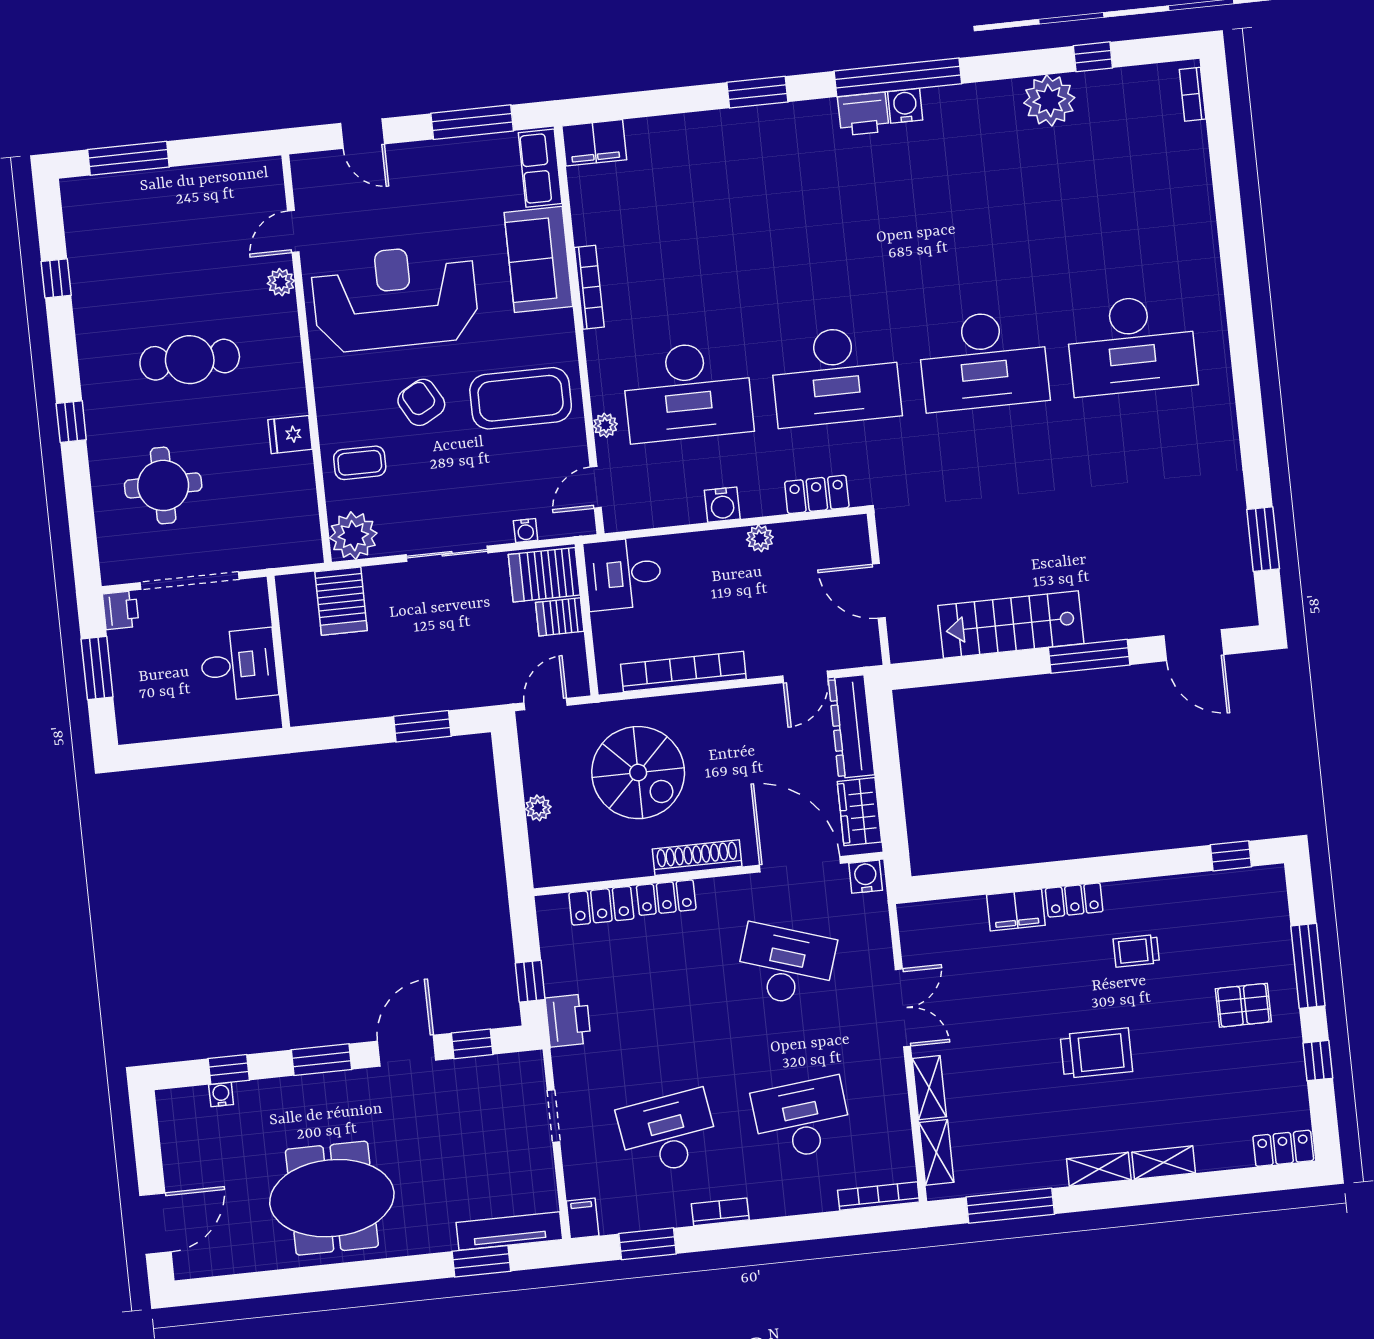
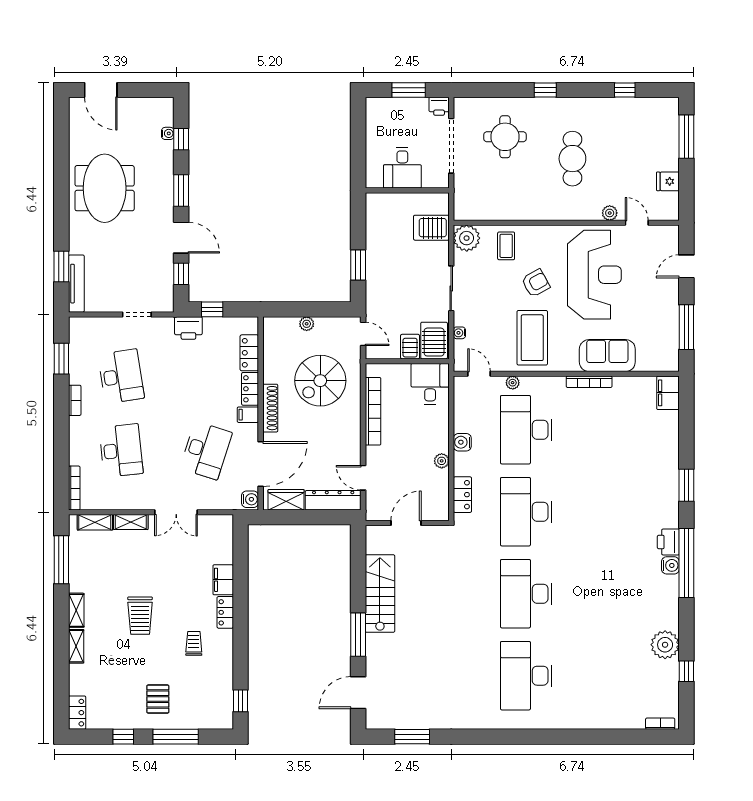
row of seats: (540, 168) -> (657, 362), removed
fridge: (290, 435) -> (668, 181), moved, turned -90
filing cabinet: (583, 1218) -> (248, 415), moved, turned 180

